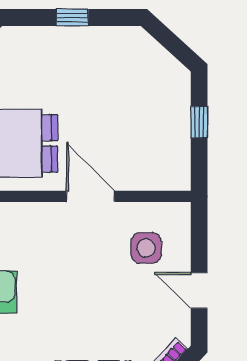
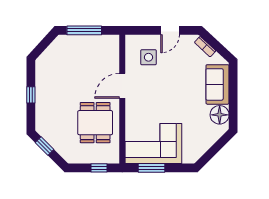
window: (199, 122) -> (84, 30), width x2.17

